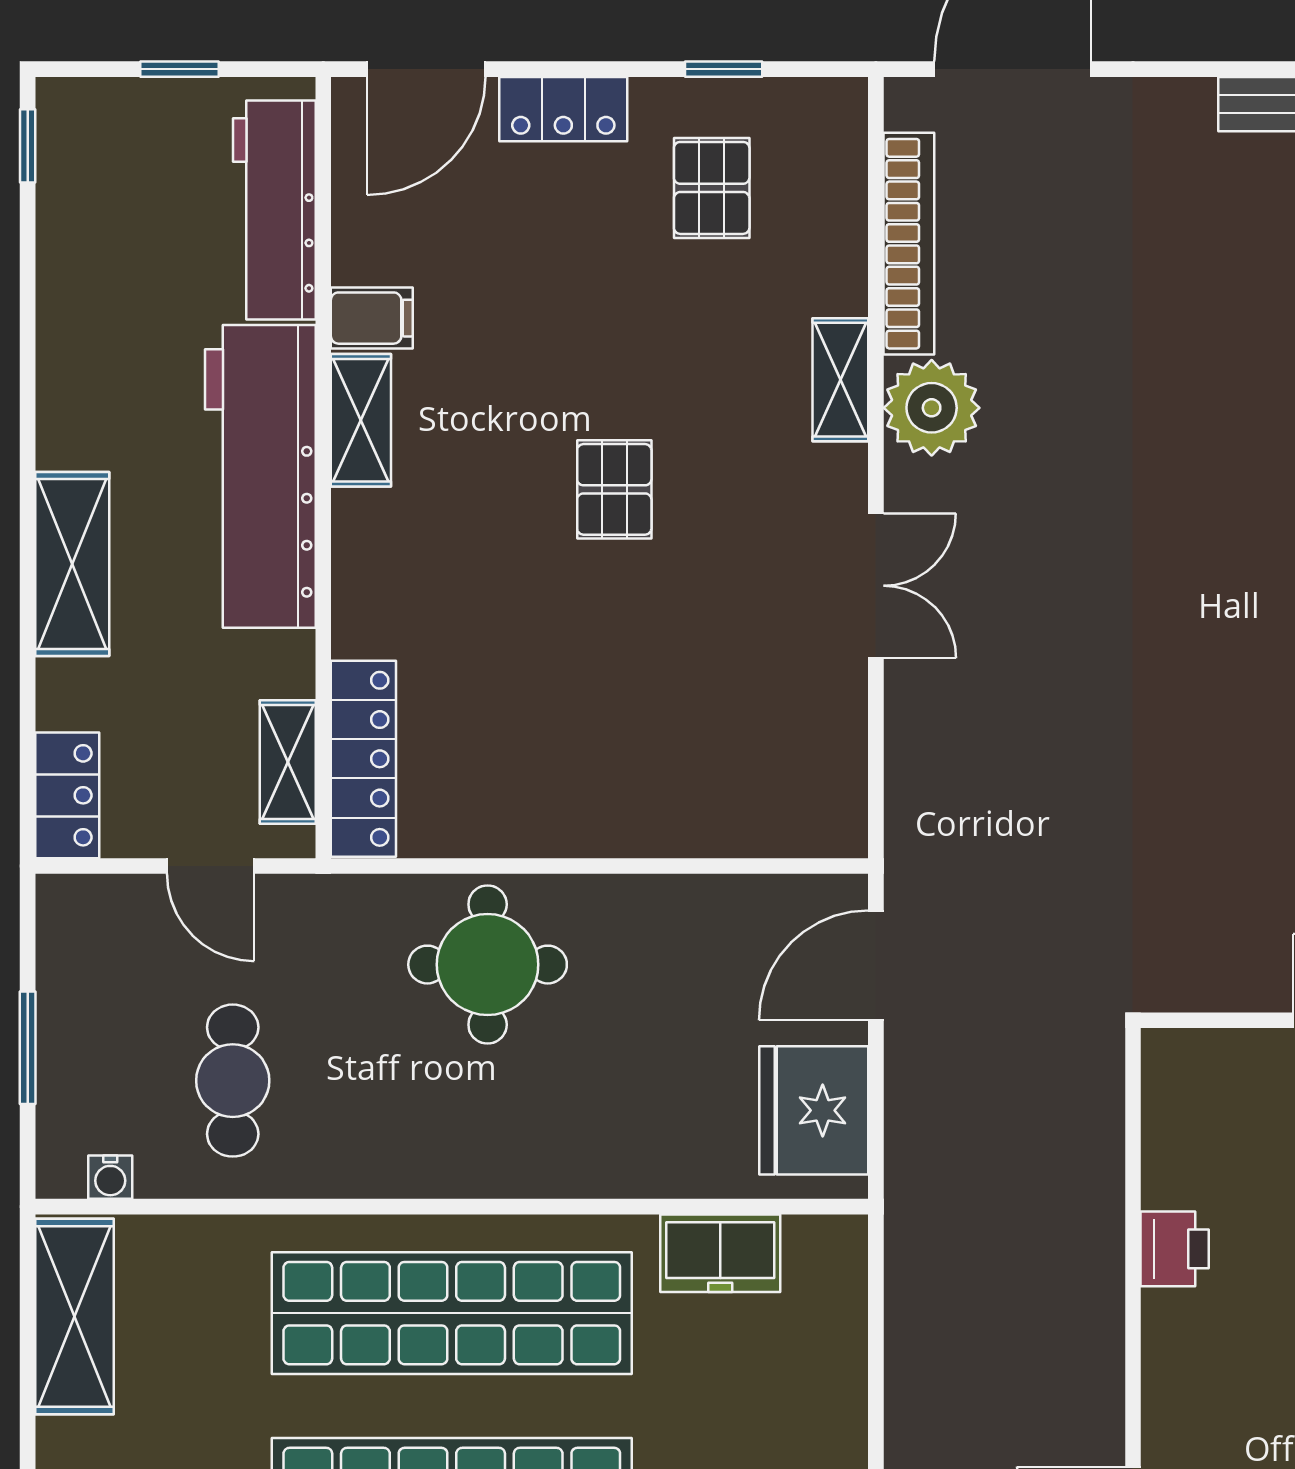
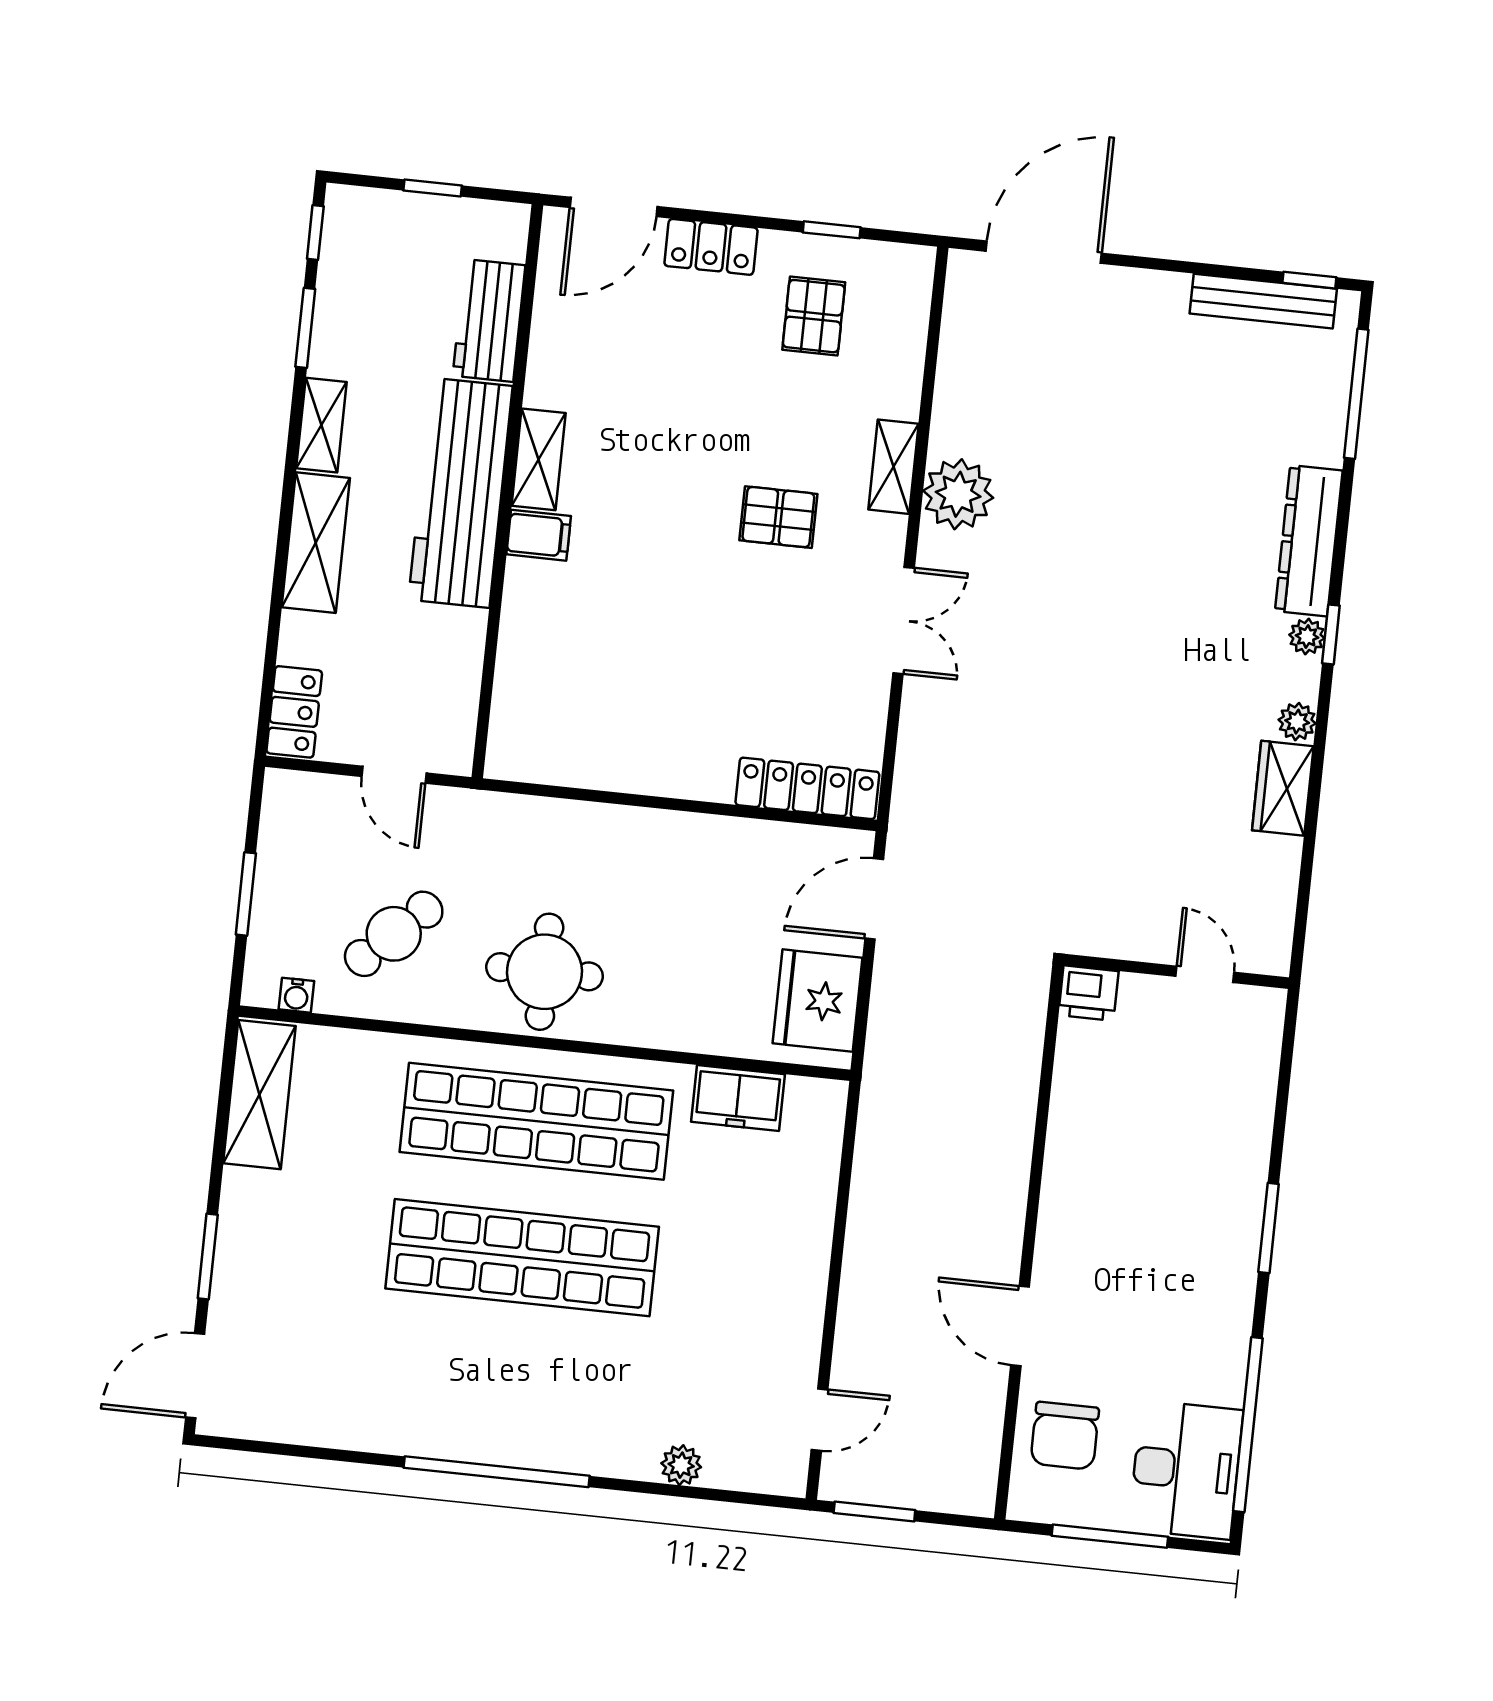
workbench: (274, 210) -> (489, 321), width x0.73
bookcase: (909, 244) -> (954, 372), removed
window: (28, 276) -> (305, 328), added
filing cabinet: (372, 318) -> (539, 535), moved
pallet: (614, 489) -> (778, 517), moved, turned 90
locker: (363, 759) -> (807, 788), moved, turned -90
shelving: (288, 762) -> (321, 425), moved
round table: (488, 965) -> (545, 972), moved
cafe table: (233, 1081) -> (394, 934), turned 46
printer: (1175, 1249) -> (1088, 993), moved, turned 90

